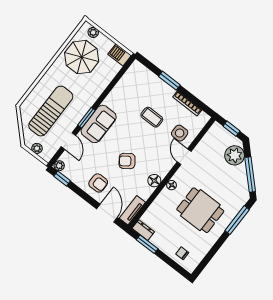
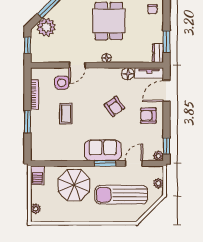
parasol: (82, 57) -> (74, 185), moved
floor lamp: (154, 181) -> (128, 74), moved
armchair: (98, 183) -> (148, 116), turned -90

